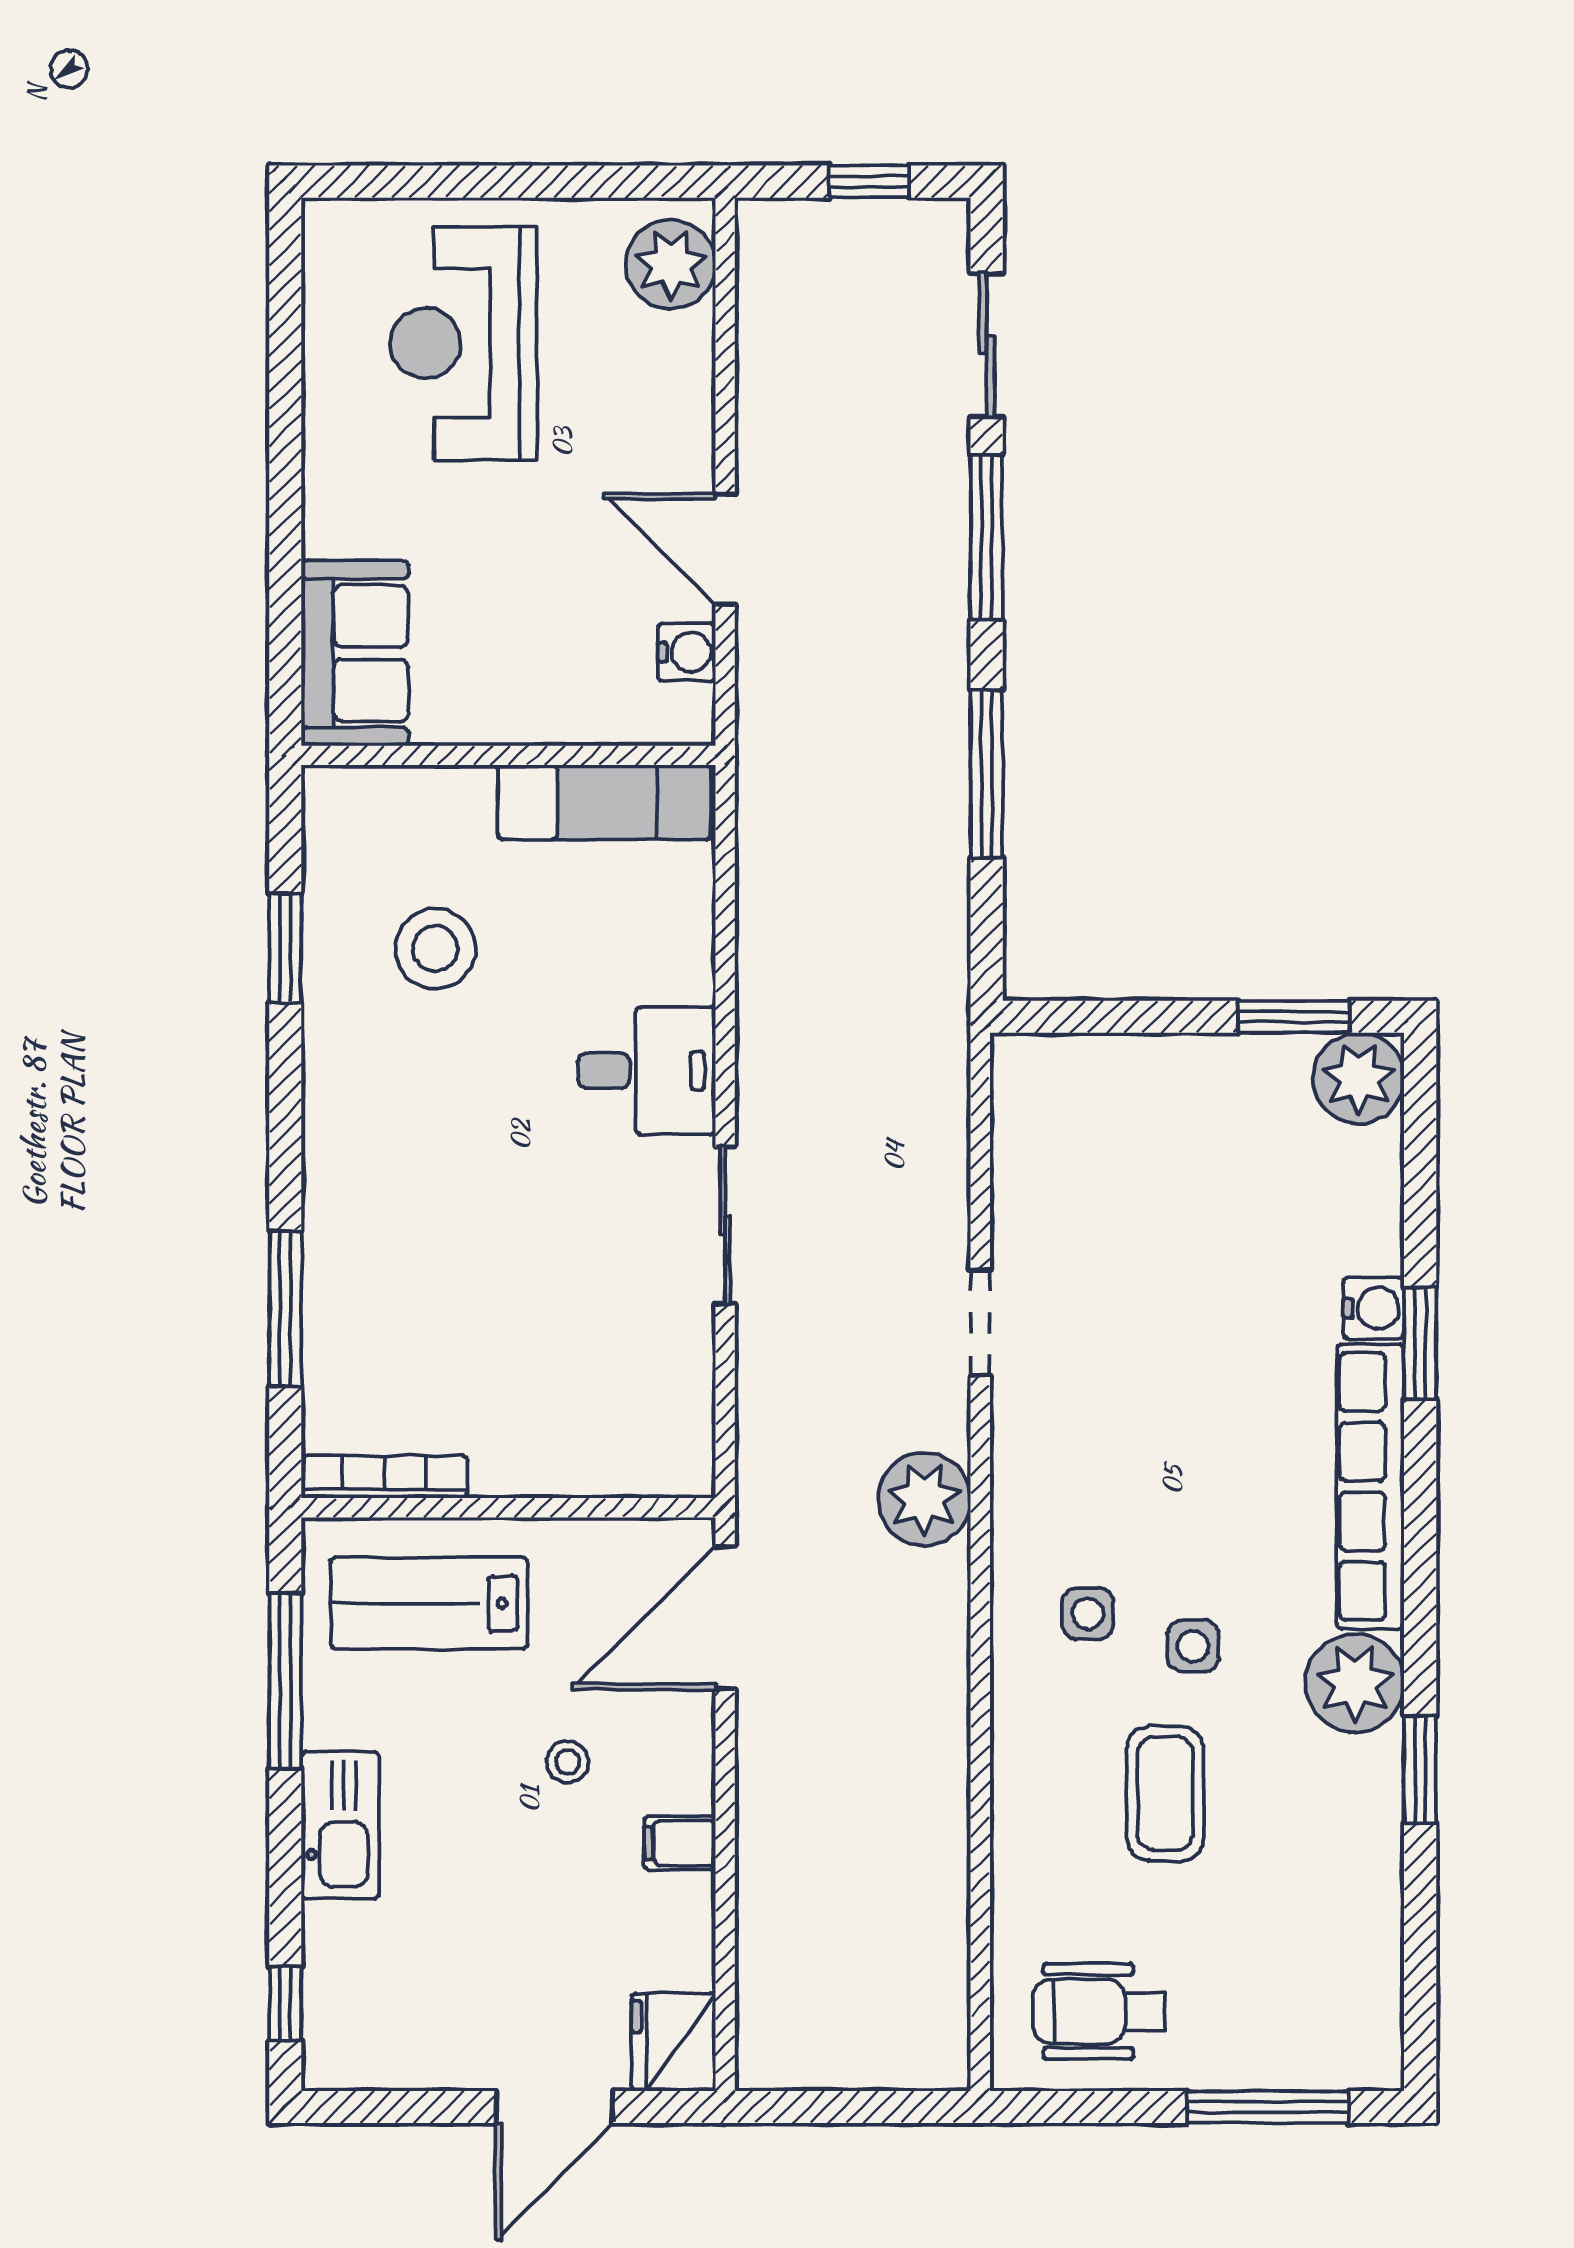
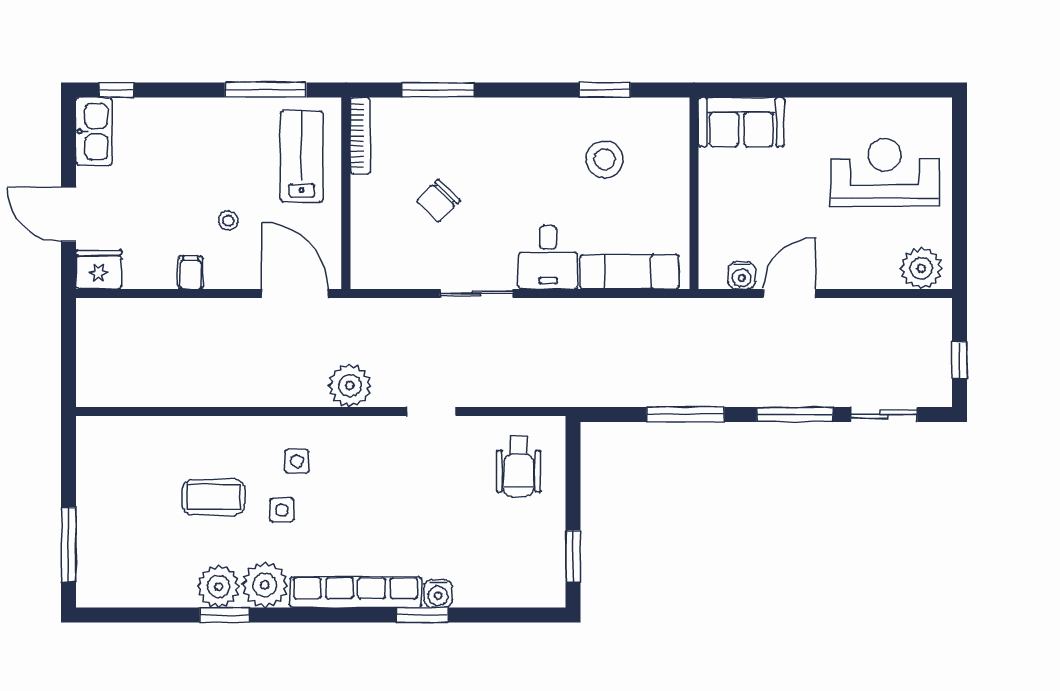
exam couch: (604, 802) -> (629, 272), moved, turned 90
plant: (1359, 1078) -> (219, 587), moved
chair: (525, 1308) -> (438, 201), added
kitchen sink: (340, 1825) -> (94, 131), moved, turned -90
wheelchair: (1099, 2011) -> (519, 466), moved, turned 180

